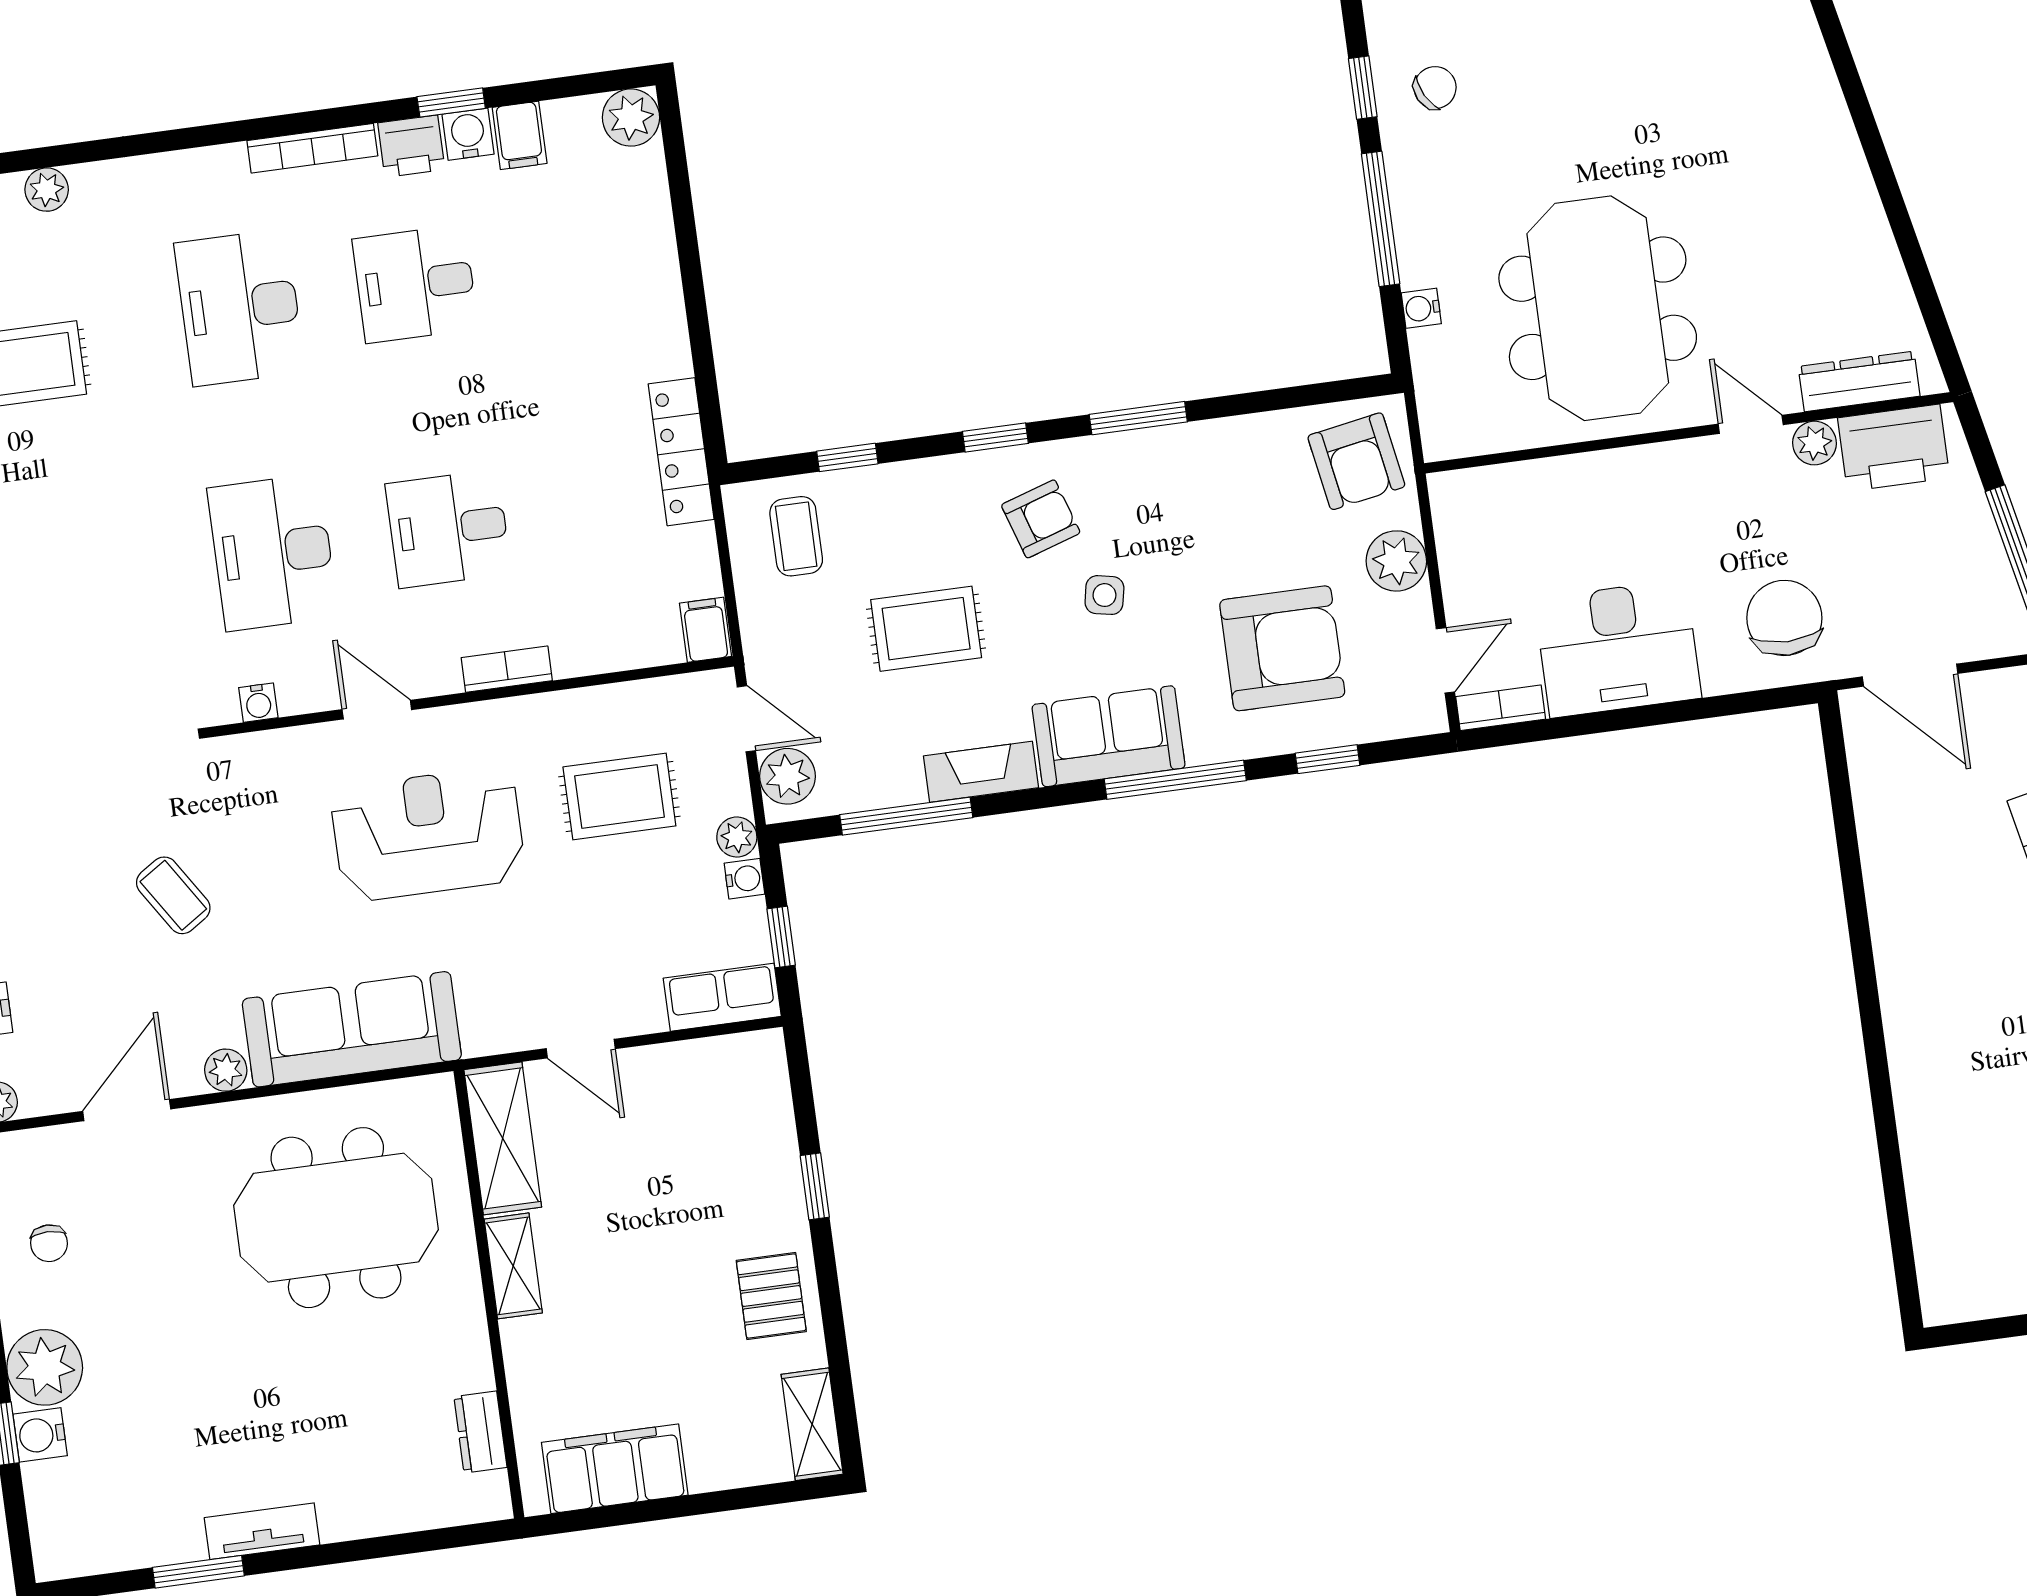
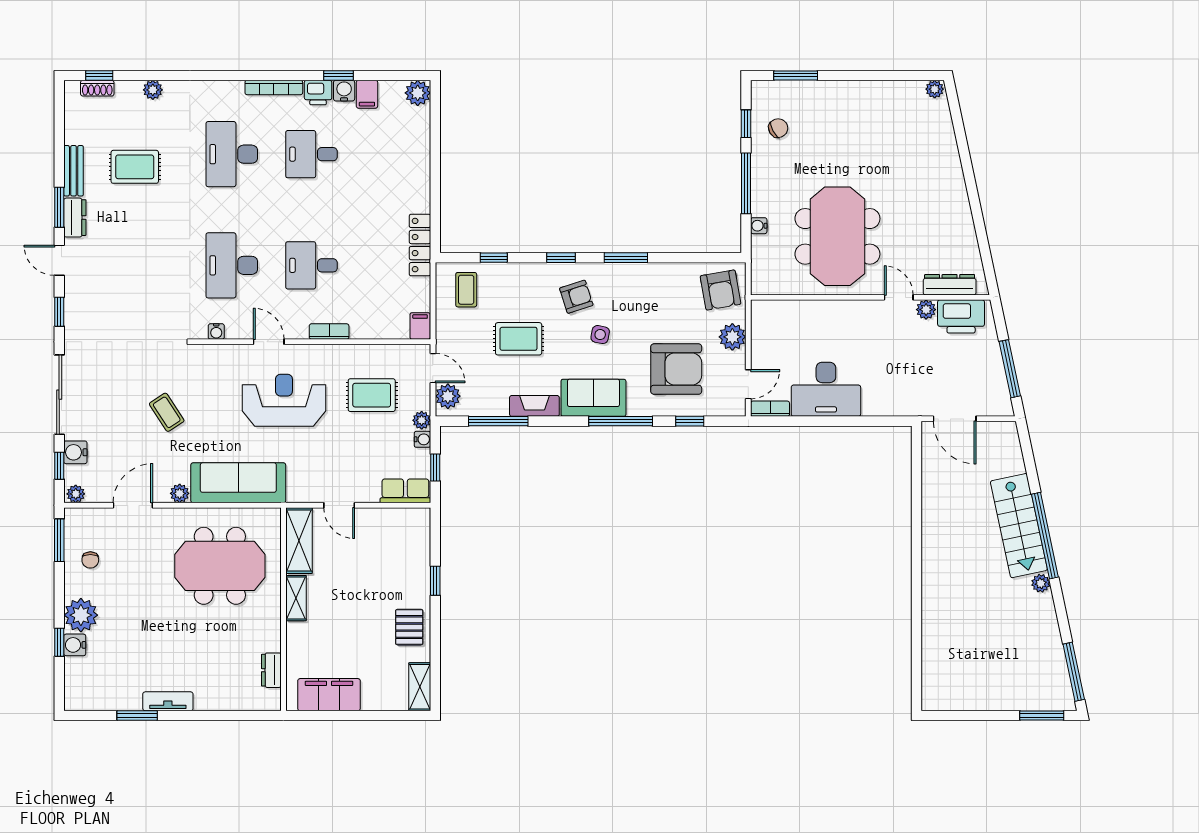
chair: (1784, 618) -> (902, 386), removed

